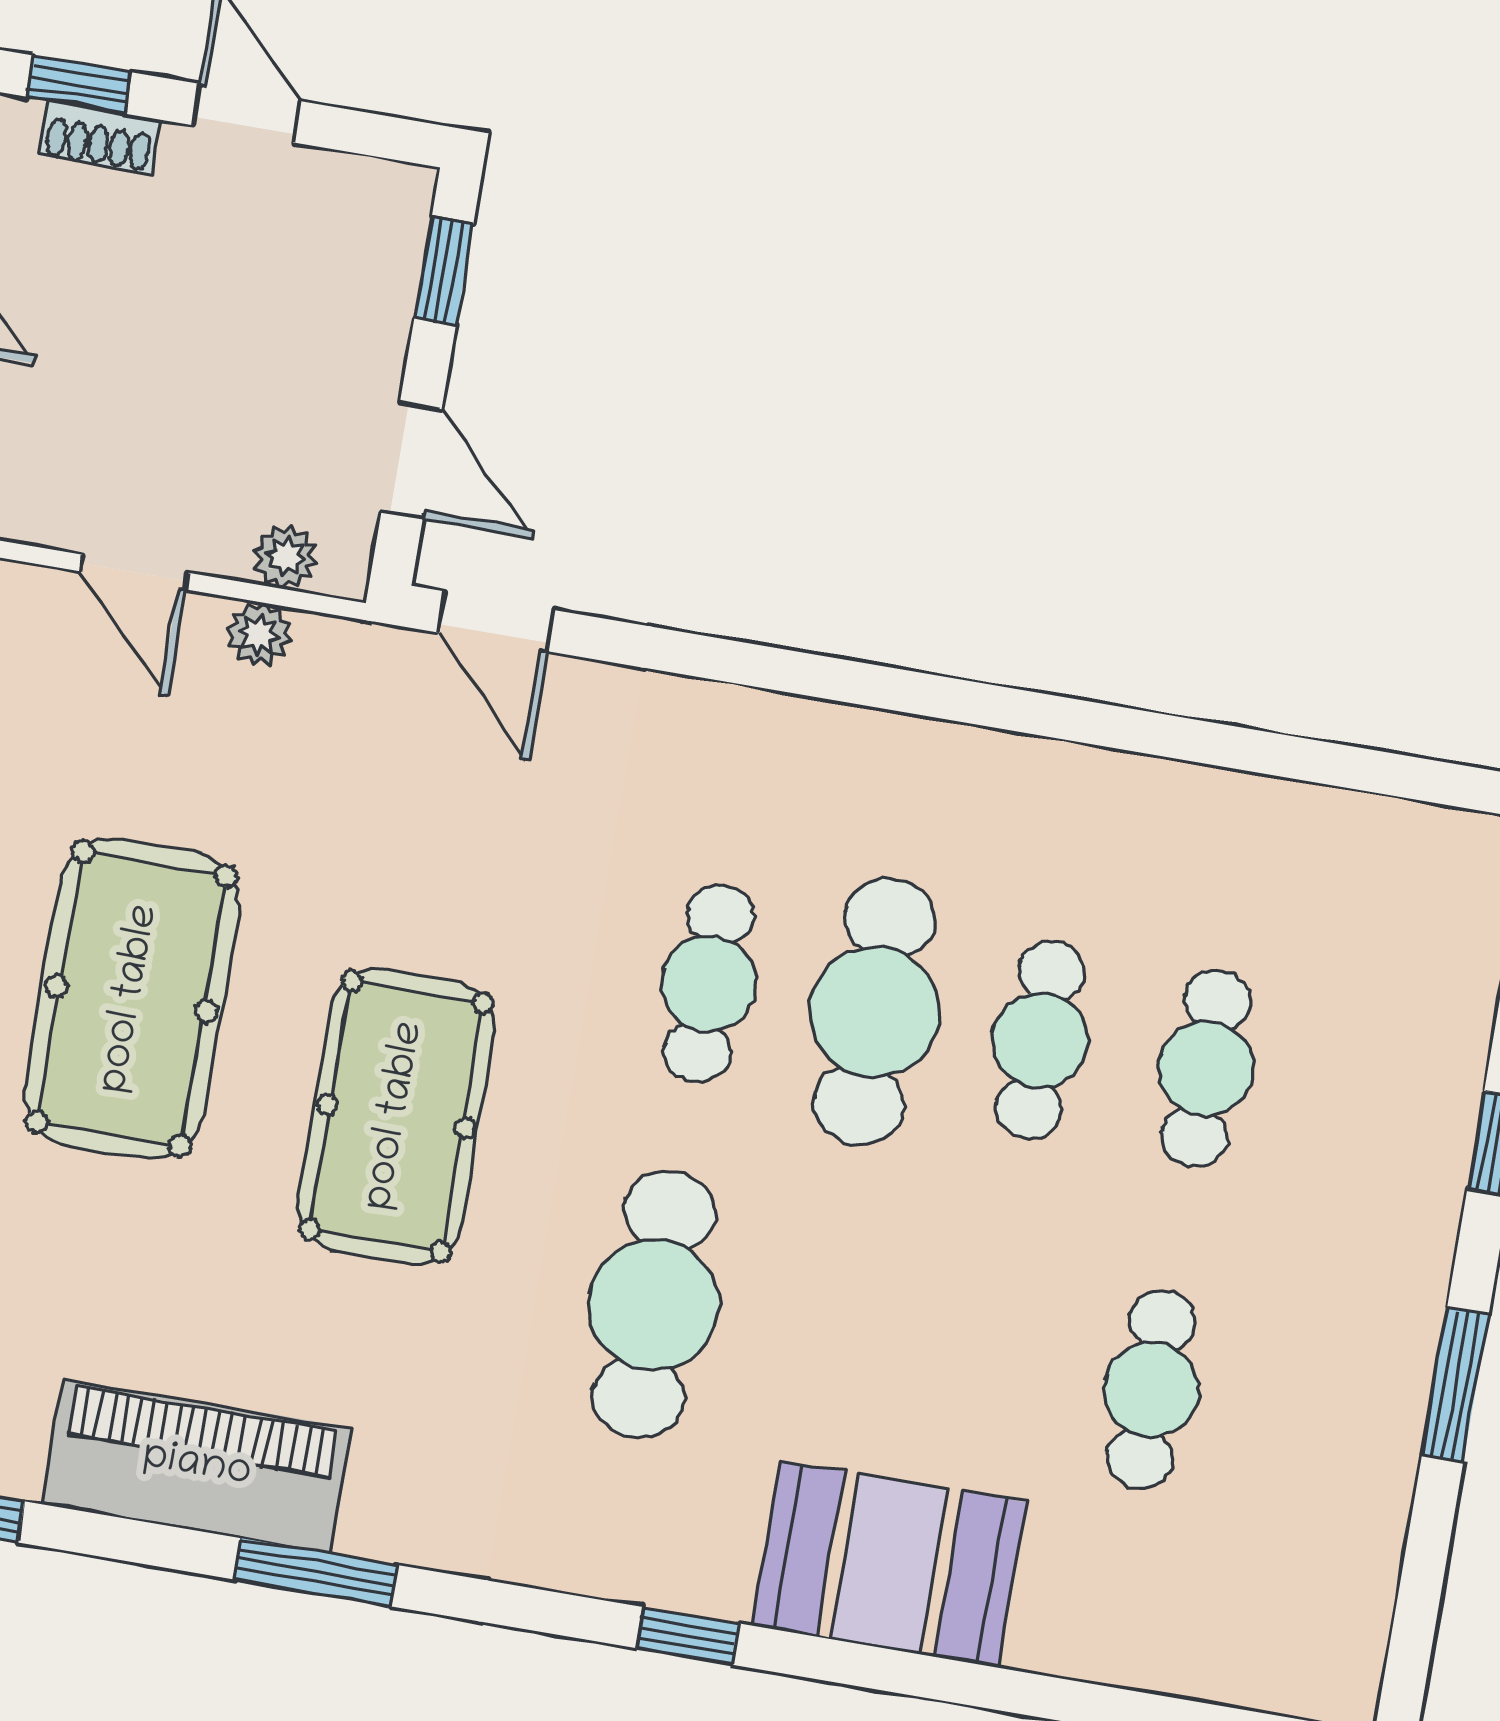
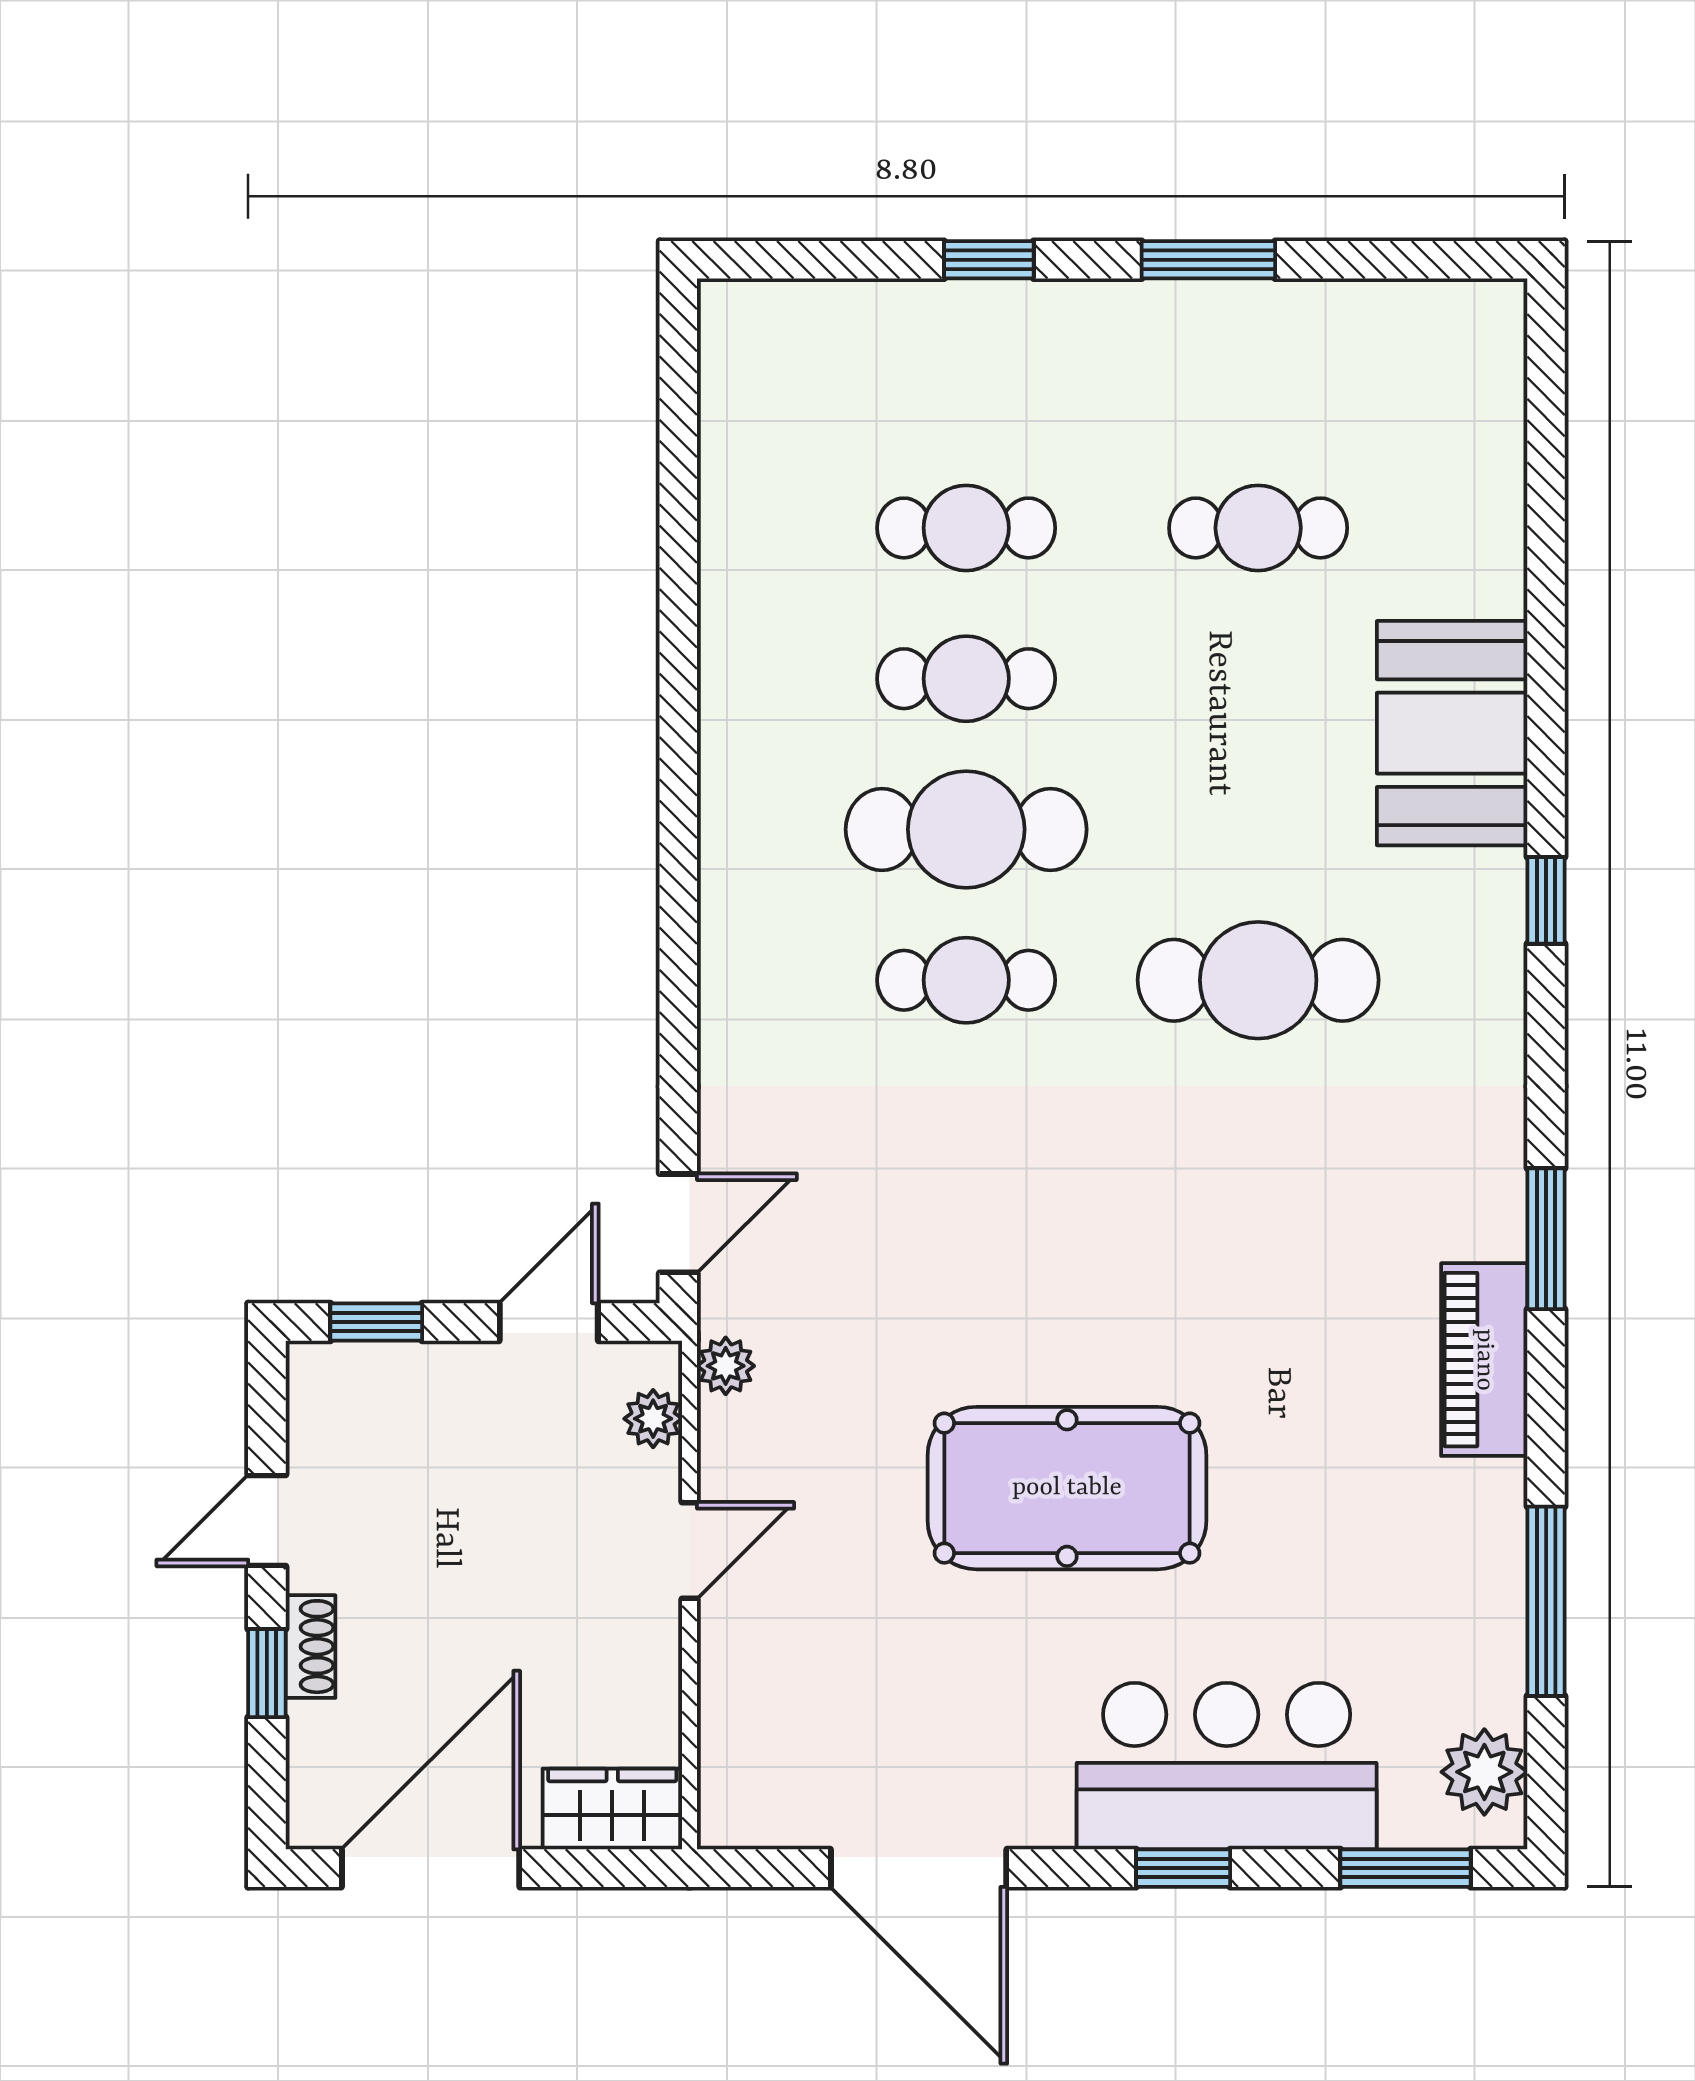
plant: (259, 634) -> (726, 1366), moved
pool table: (396, 1116) -> (1131, 1236), removed
piano: (197, 1466) -> (1484, 1360), width x0.73, depth x0.75

